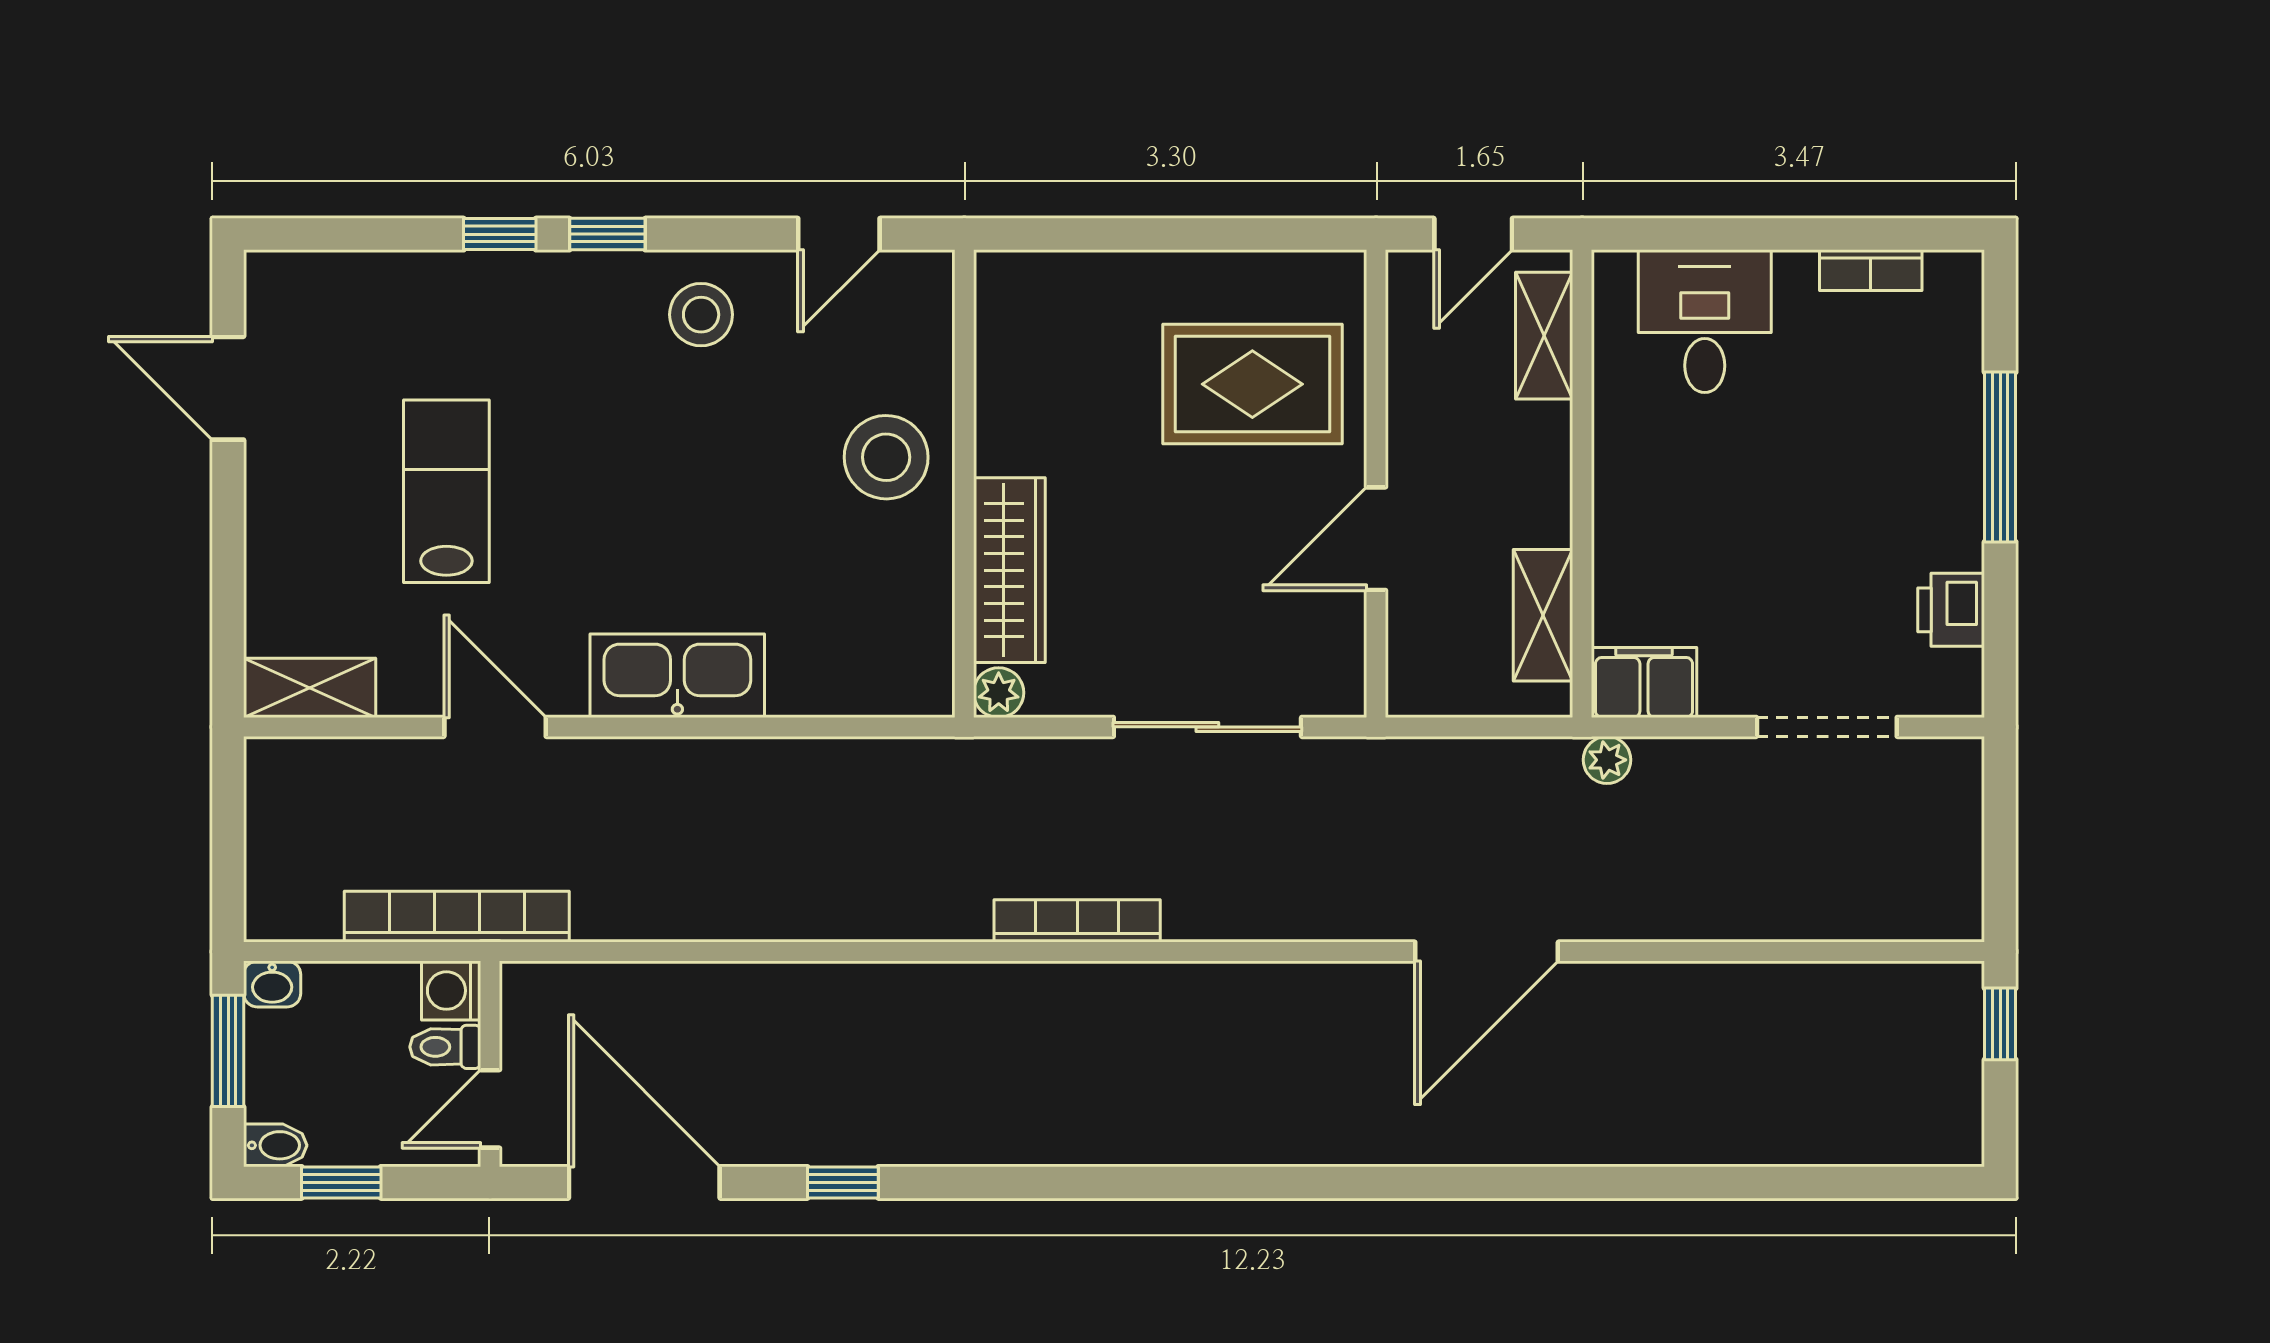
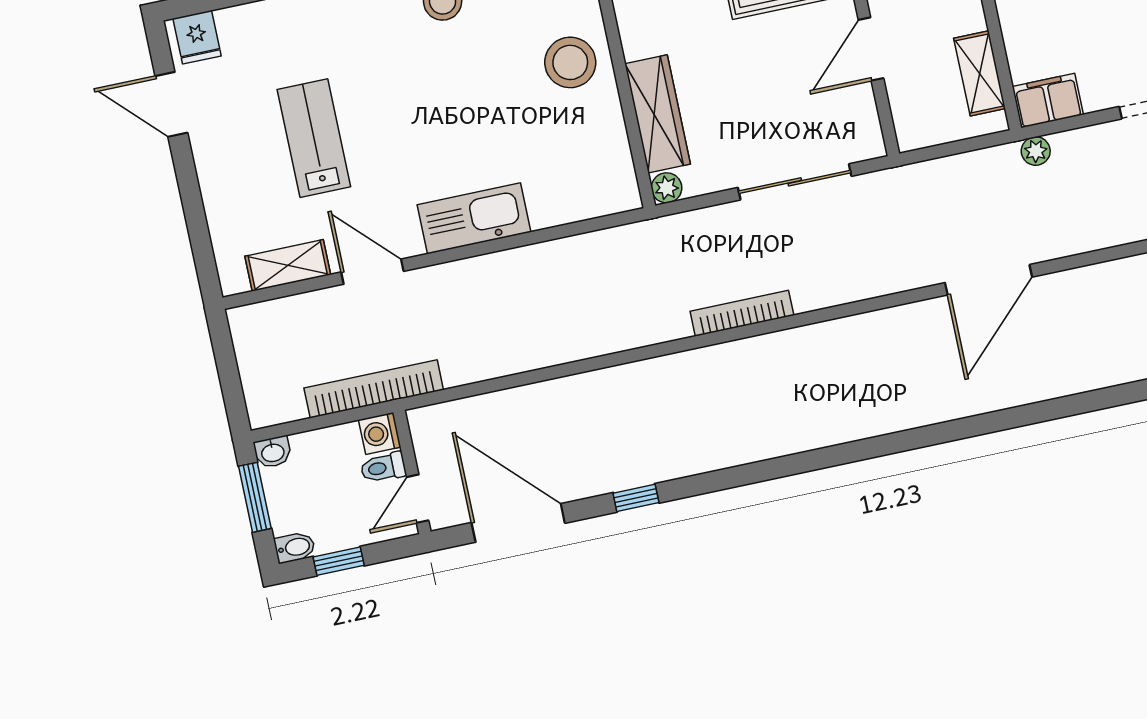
fridge: (292, 288) -> (197, 37), added
shelving: (310, 688) -> (288, 265), moved

